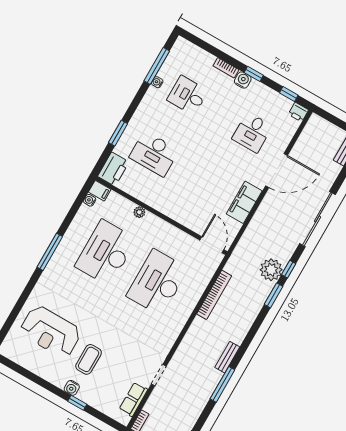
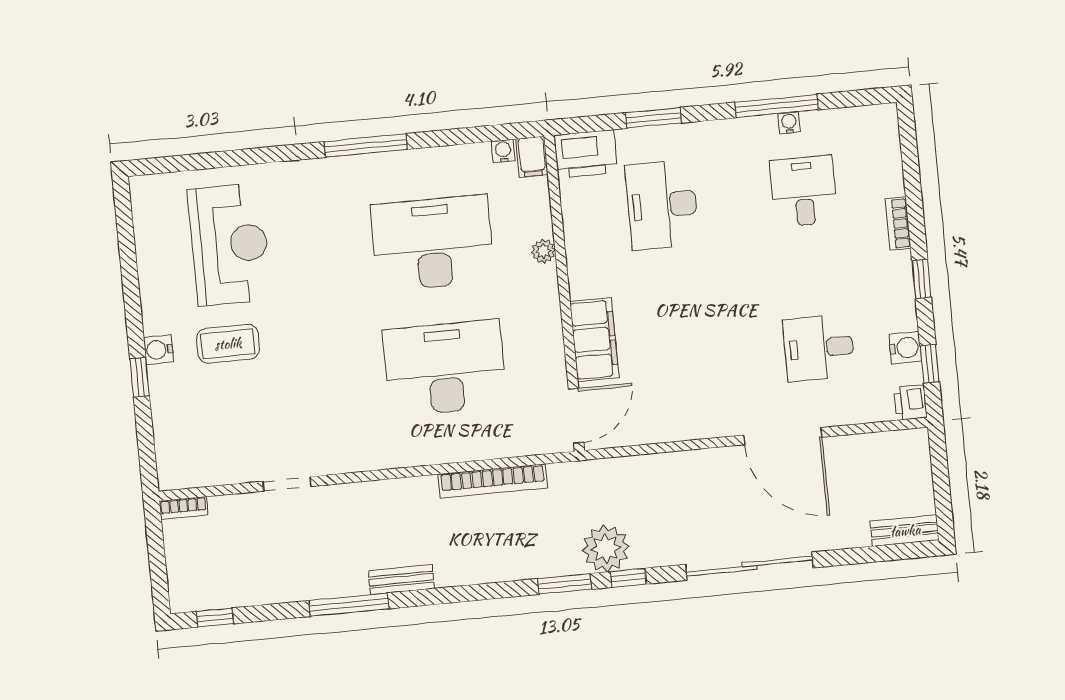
window: (157, 66) -> (776, 106), moved
water cooler: (243, 80) -> (905, 348), moved
filing cabinet: (244, 202) -> (594, 340), moved, turned 90
reception desk: (51, 332) -> (229, 244), turned 180
row of seats: (133, 399) -> (214, 470), removed

